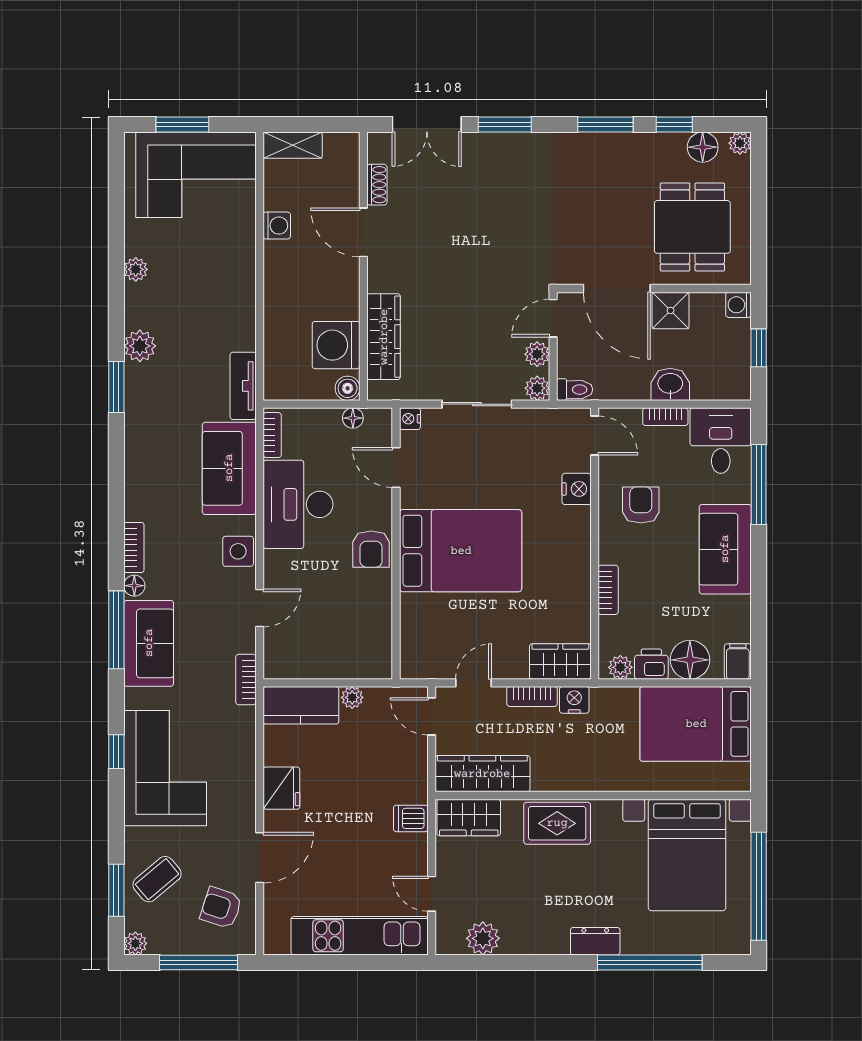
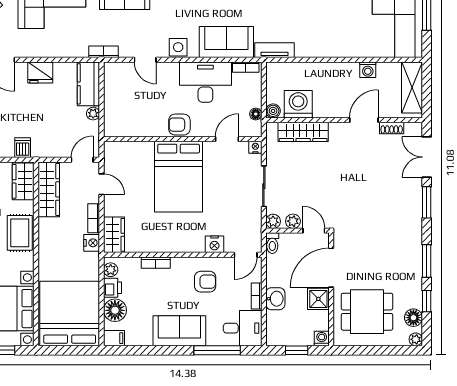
shelving: (293, 145) -> (412, 88), width x1.50, depth x1.33
bed: (696, 724) -> (70, 314), width x1.36

